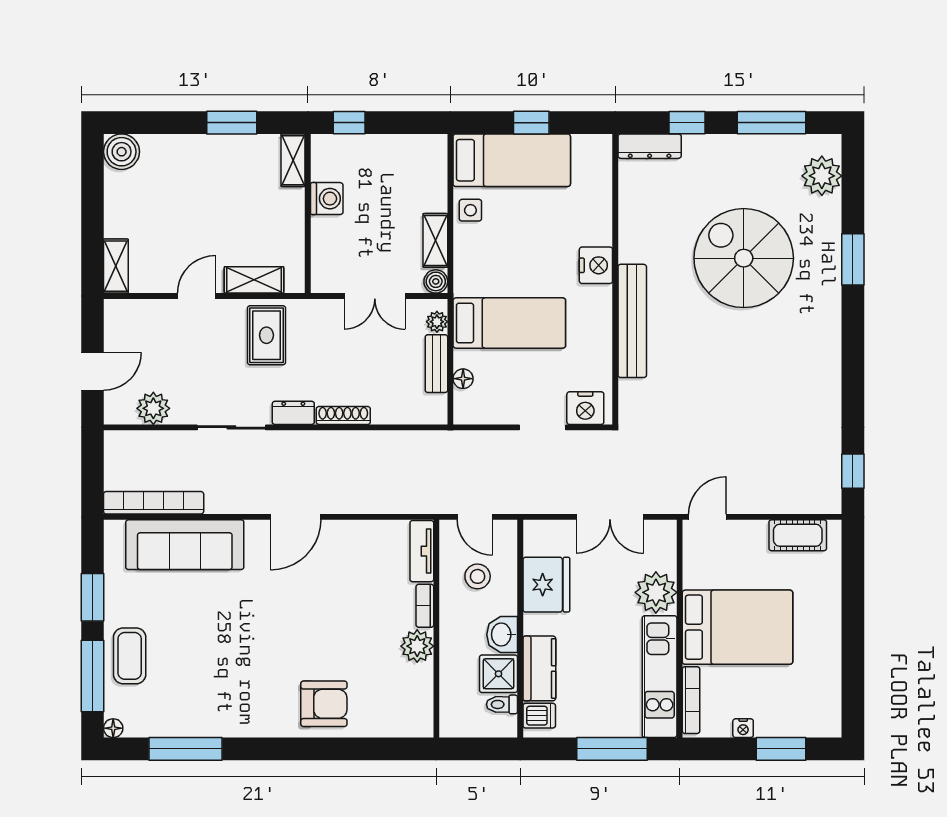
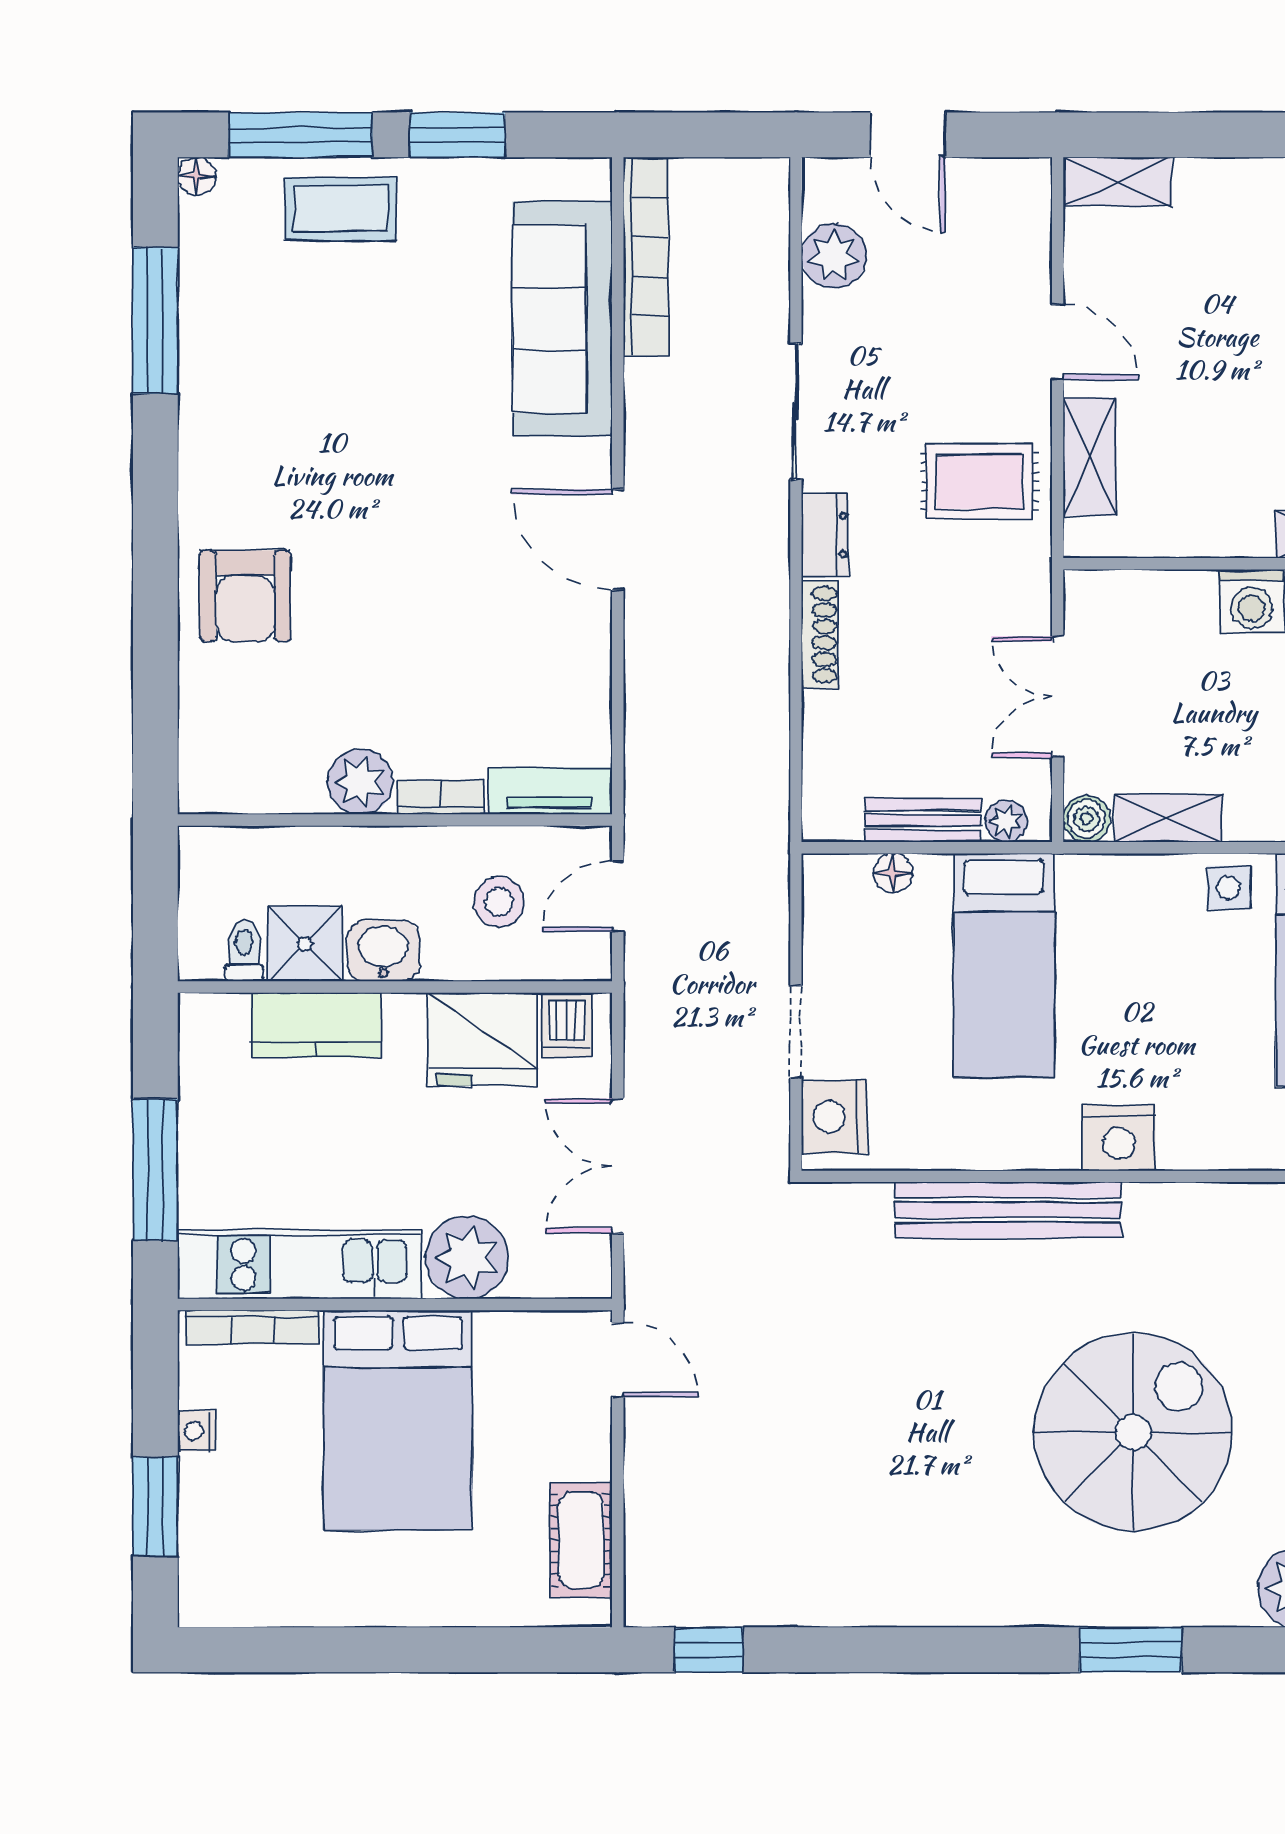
dishwasher: (539, 716) -> (567, 1025), moved

